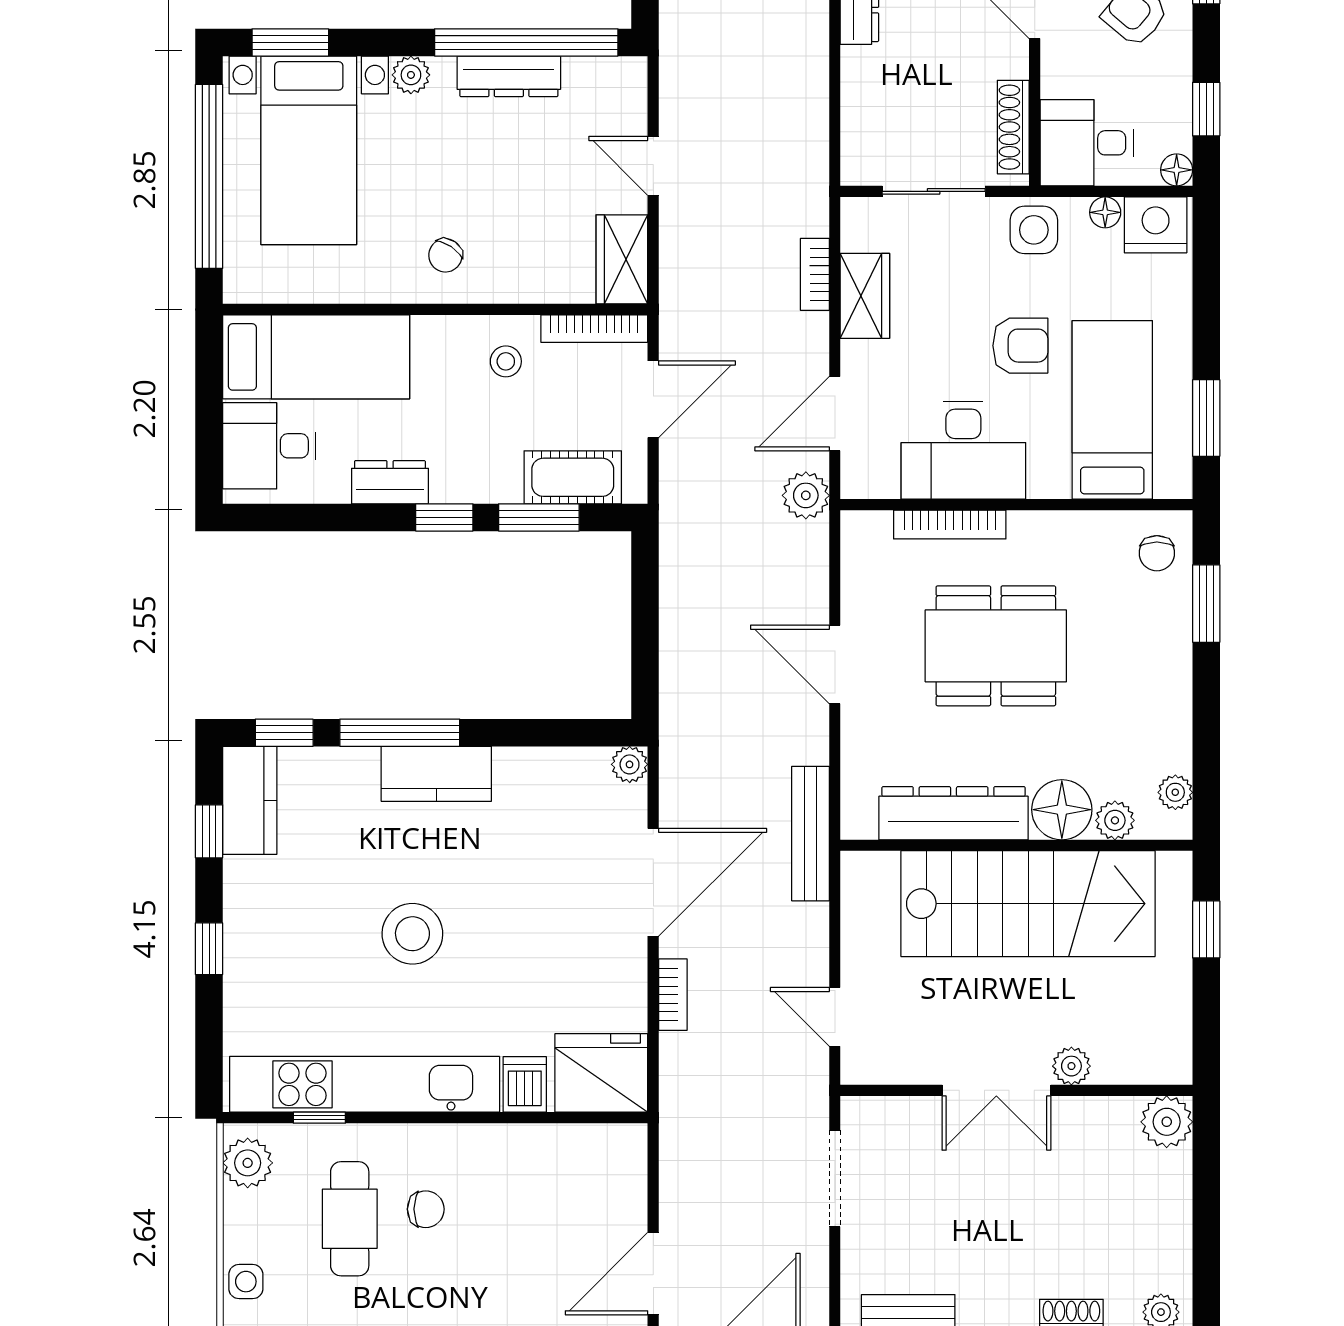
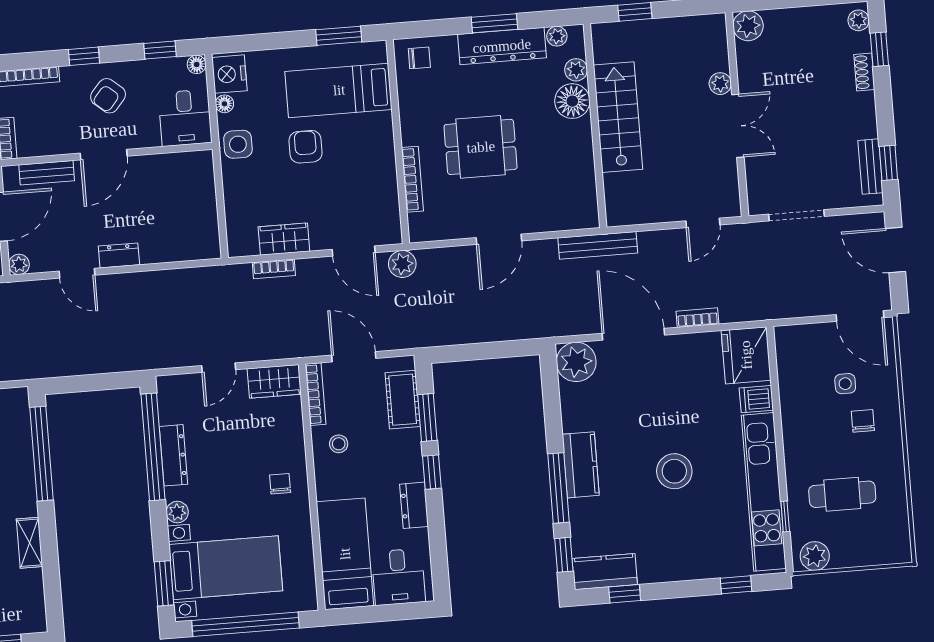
shoe rack: (1013, 127) -> (179, 161), removed
sliding door: (934, 191) -> (220, 204), removed
chair: (445, 255) -> (280, 484), turned -124
desk: (963, 450) -> (369, 175), removed
window: (1206, 604) -> (494, 23), moved
dining table: (996, 646) -> (481, 147), width x0.73
plant: (630, 764) -> (576, 362), width x1.88, depth x1.88
dresser: (954, 813) -> (502, 46), moved, turned -90
stairs: (1028, 904) -> (618, 117), width x0.73, depth x0.66
window: (209, 949) -> (736, 585), moved
chair: (426, 1209) -> (863, 421), moved
side table: (246, 1282) -> (845, 384), moved

